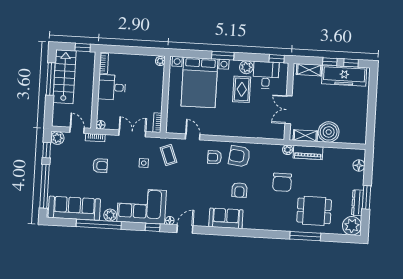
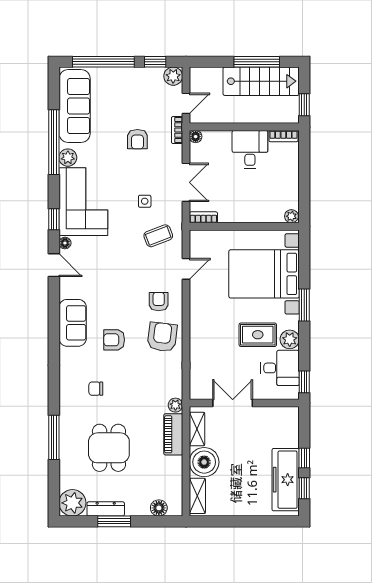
shelving: (309, 70) -> (197, 496), moved
chair: (282, 182) -> (96, 389), moved, width x0.54, depth x0.54
dining table: (314, 211) -> (109, 448), moved

